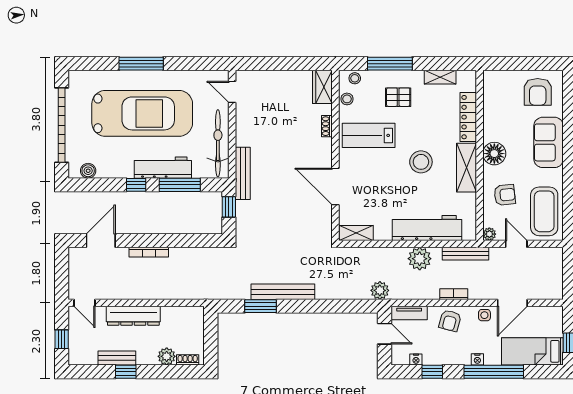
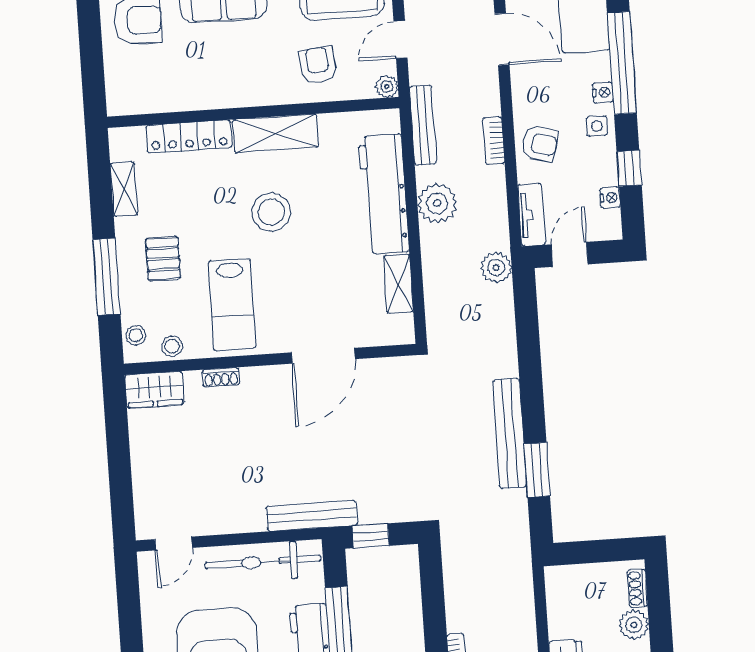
floor lamp: (494, 154) -> (248, 88), removed
shelving: (356, 233) -> (398, 284), moved
side table: (484, 315) -> (597, 126), moved

